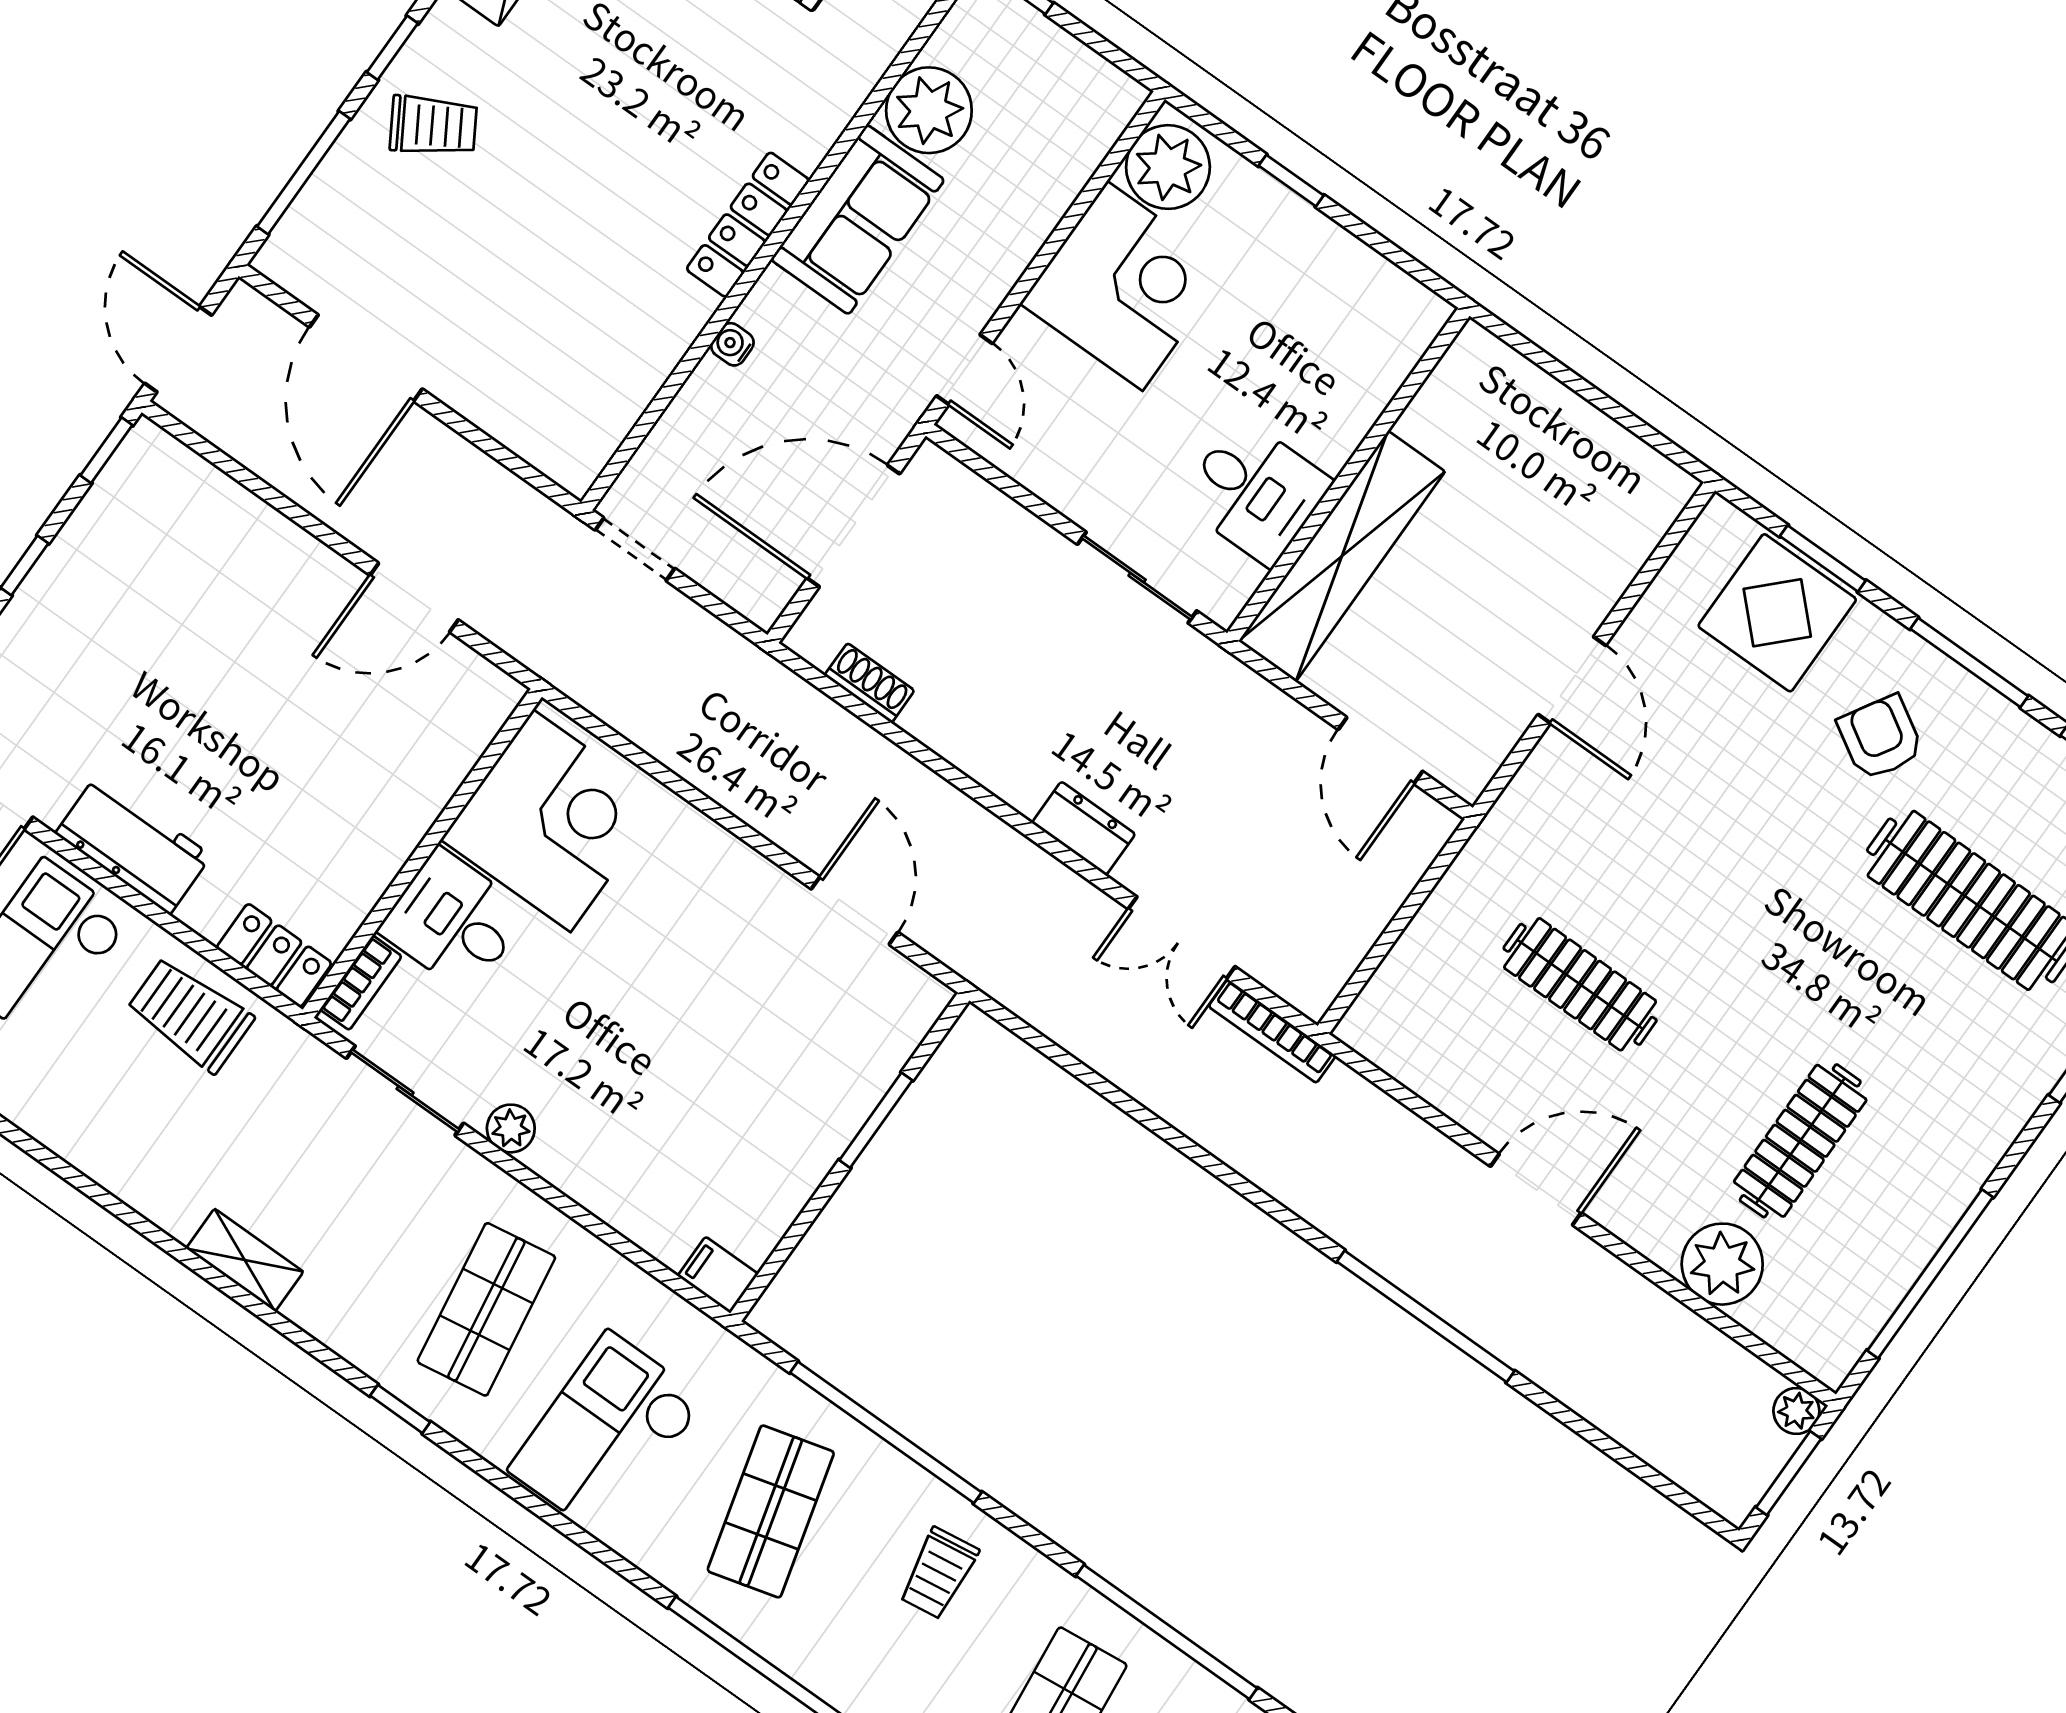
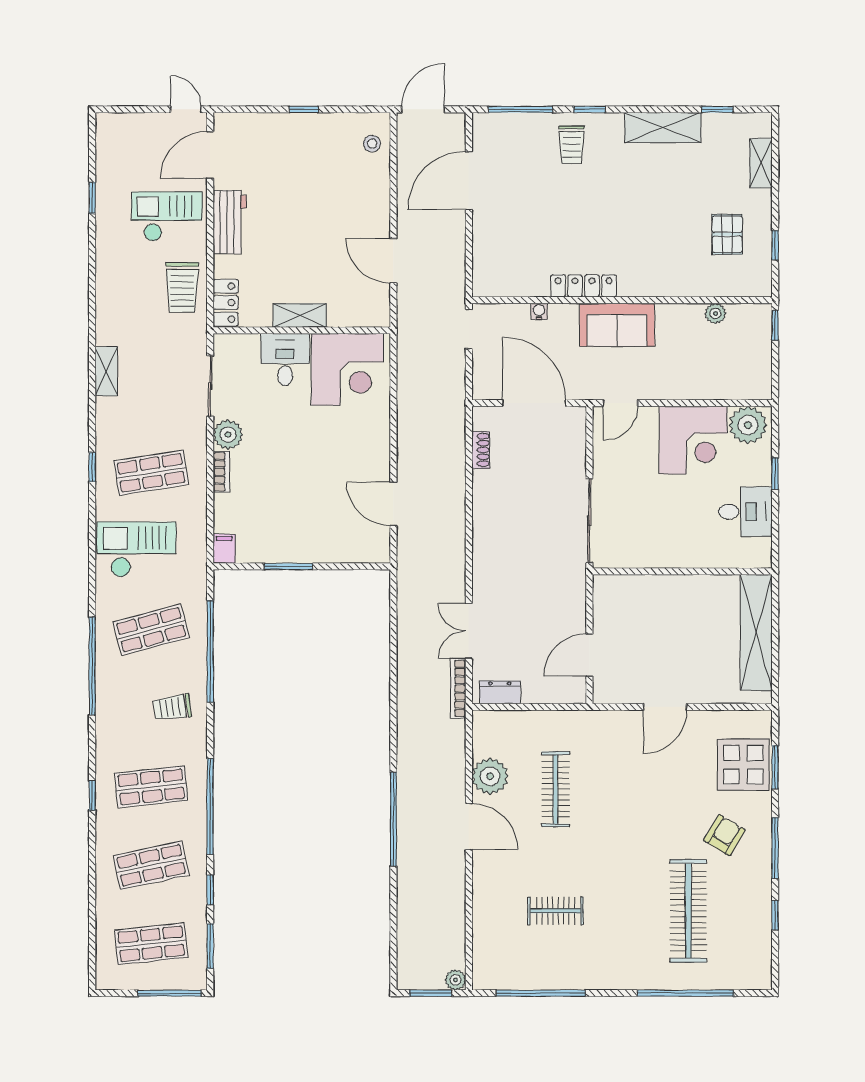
plant: (929, 110) -> (715, 313), width x0.53, depth x0.53
trolley: (433, 126) -> (572, 145), turned 31
sofa: (858, 220) -> (617, 325), moved
locker: (748, 225) -> (584, 286), moved
water cooler: (732, 344) -> (539, 311), moved
window: (106, 450) -> (367, 109), removed
stool: (175, 486) -> (372, 144), added
desk: (1255, 492) -> (745, 512), moved, turned -90
shelving: (1342, 556) -> (756, 633), moved, turned 90
sliding door: (1137, 578) -> (589, 521), width x1.37
dresser: (1084, 828) -> (500, 692), moved, turned -90
shelving: (392, 838) -> (300, 315), added
door: (854, 911) -> (393, 504), swing flipped
bookcase: (361, 983) -> (221, 472), moved, turned -90
trolley: (190, 1015) -> (182, 287), turned 180
window: (876, 1120) -> (288, 566), moved
plant: (511, 1128) -> (228, 435), width x1.38, depth x1.38
clothes rail: (1800, 1141) -> (556, 911), width x0.73
plant: (1722, 1264) -> (490, 776), moved

